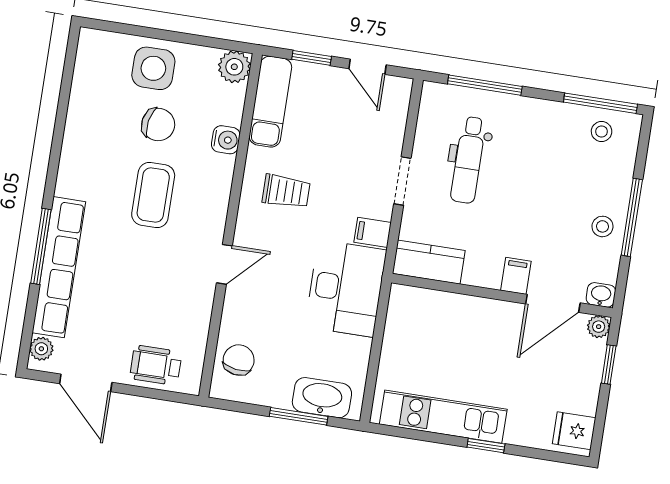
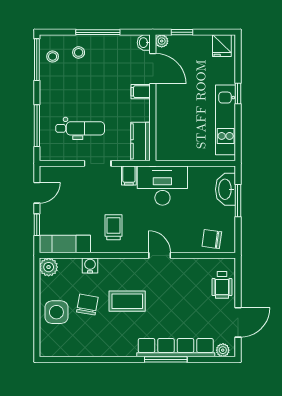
stool: (602, 226) -> (79, 52), moved

